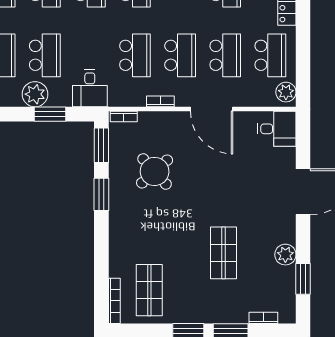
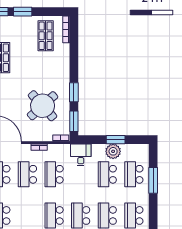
window: (50, 114) -> (116, 140), moved
round table: (155, 171) -> (43, 106), width x1.36, depth x1.36

